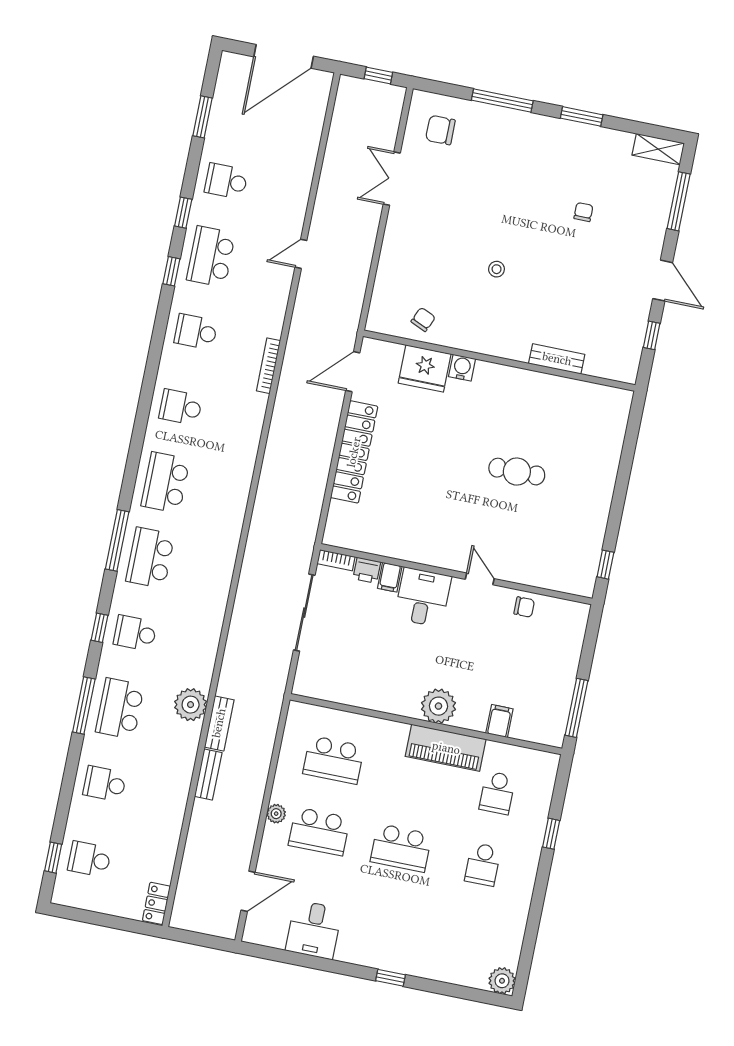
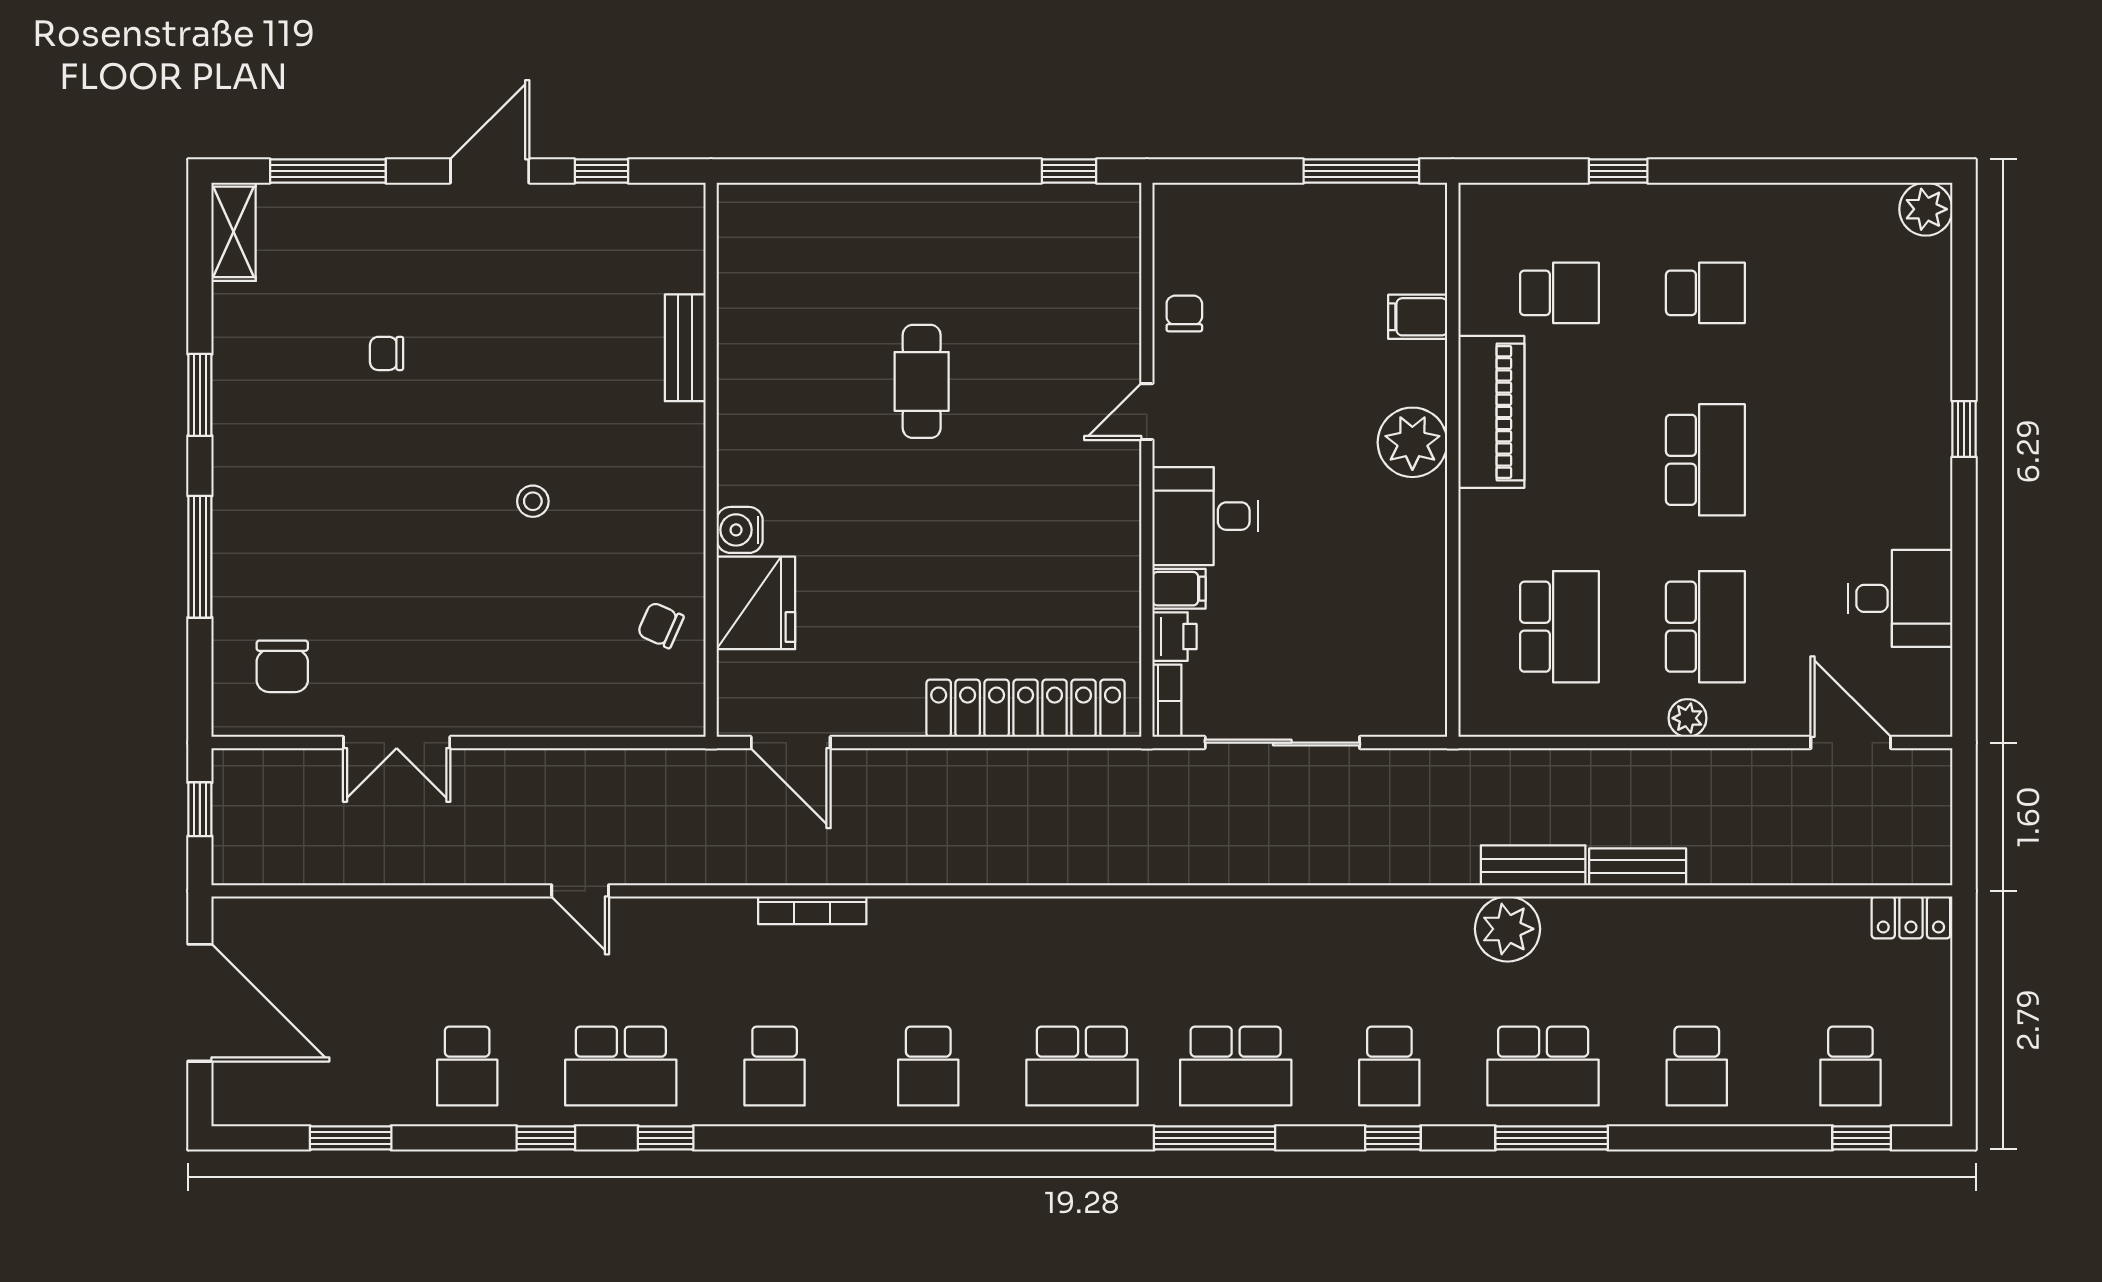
locker: (354, 452) -> (1026, 708), moved

